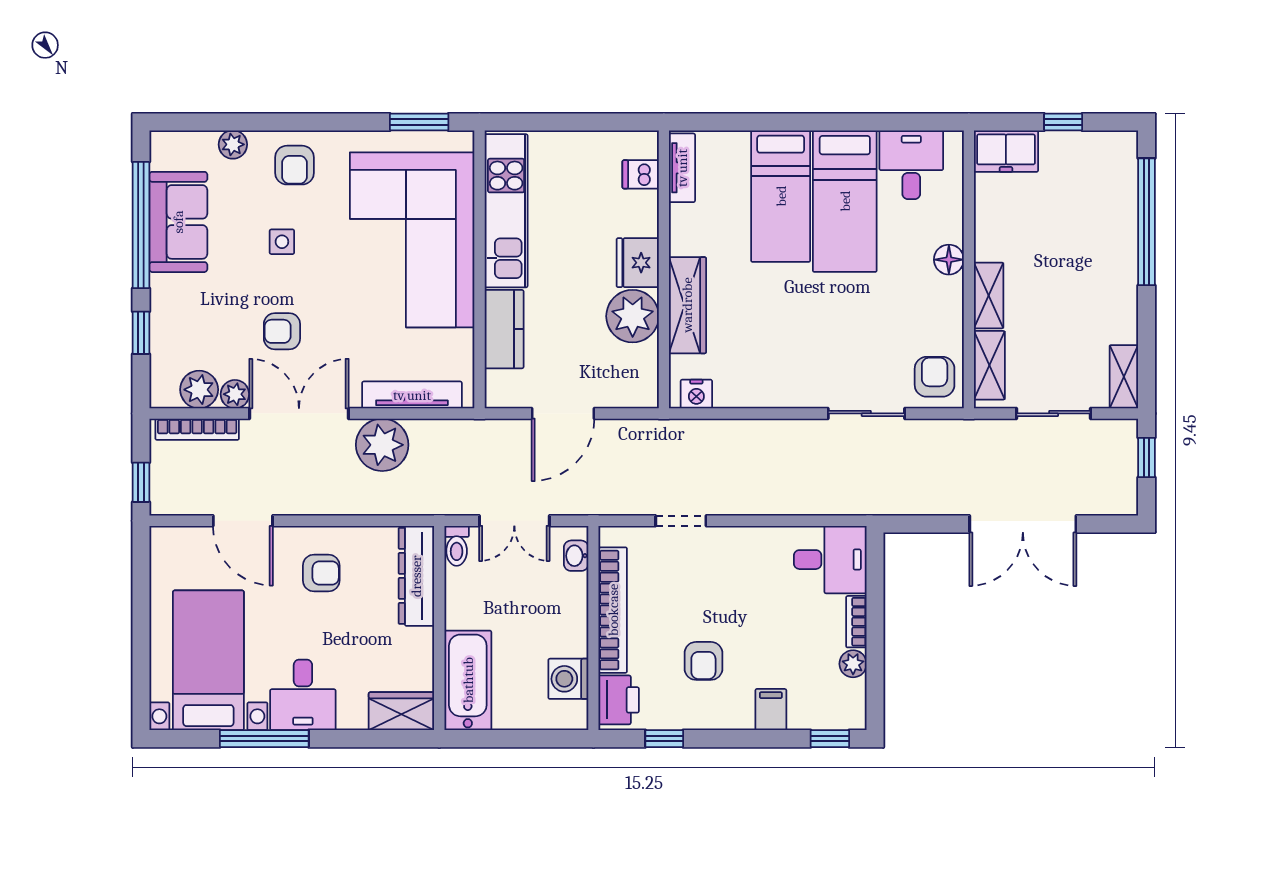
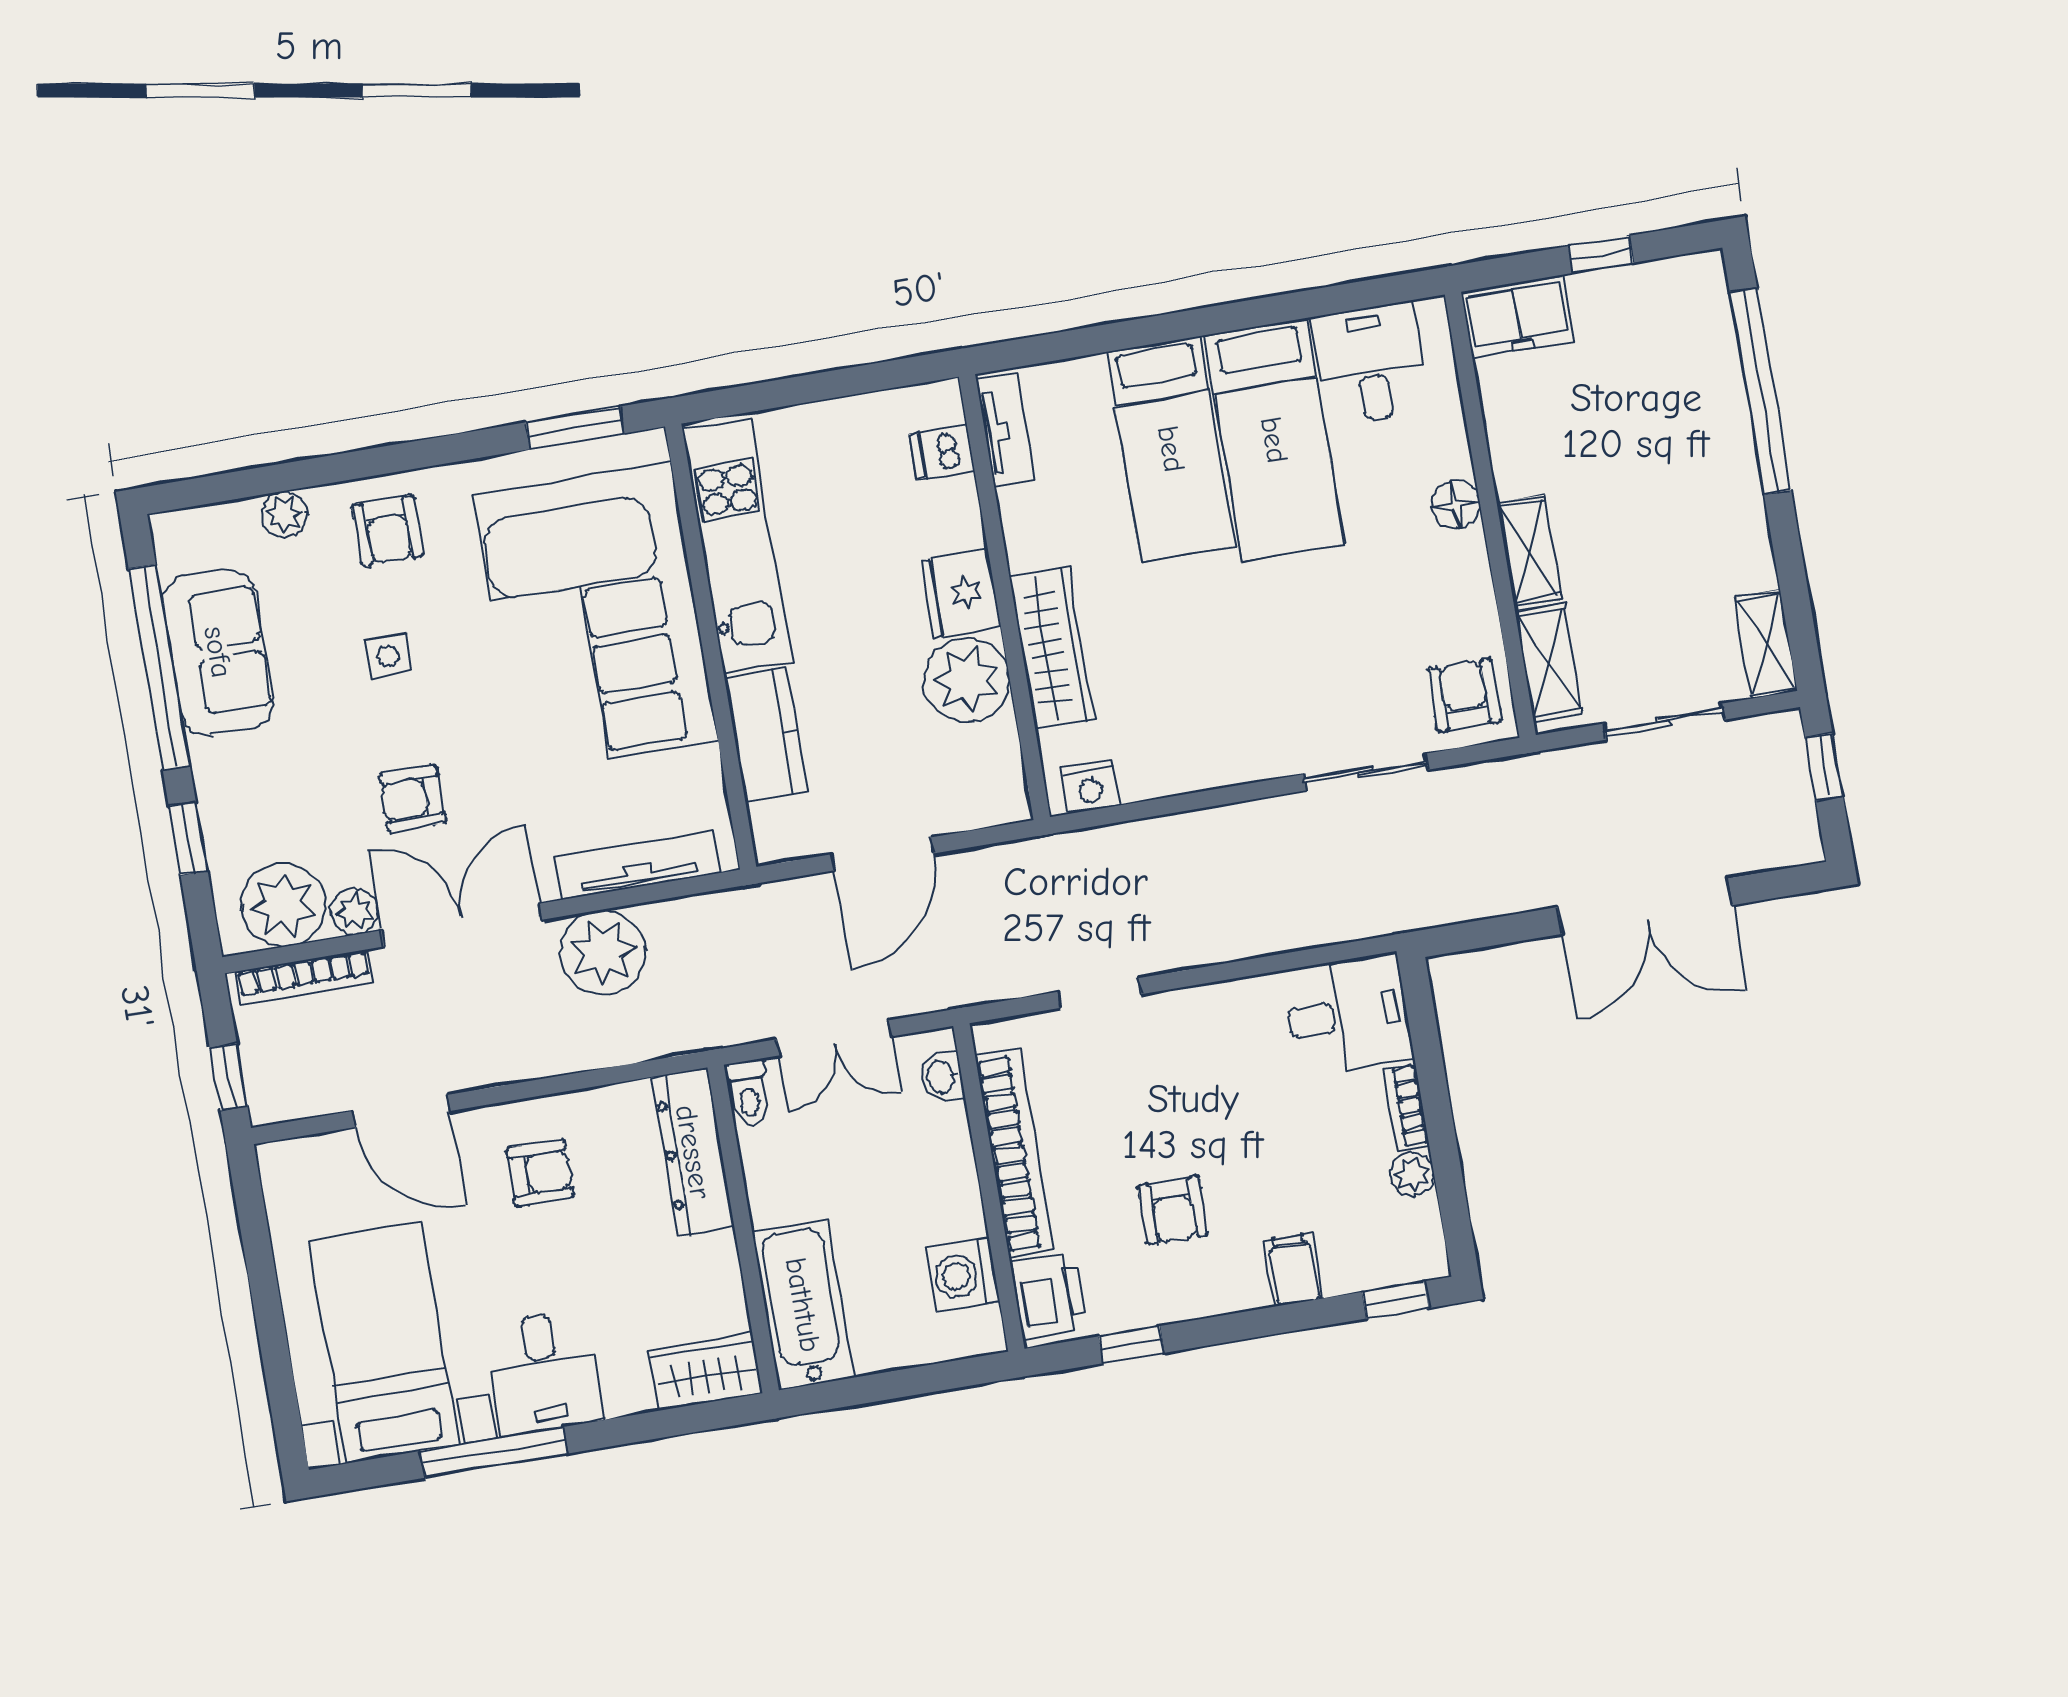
plant: (199, 390) -> (283, 905), width x1.36, depth x1.36

